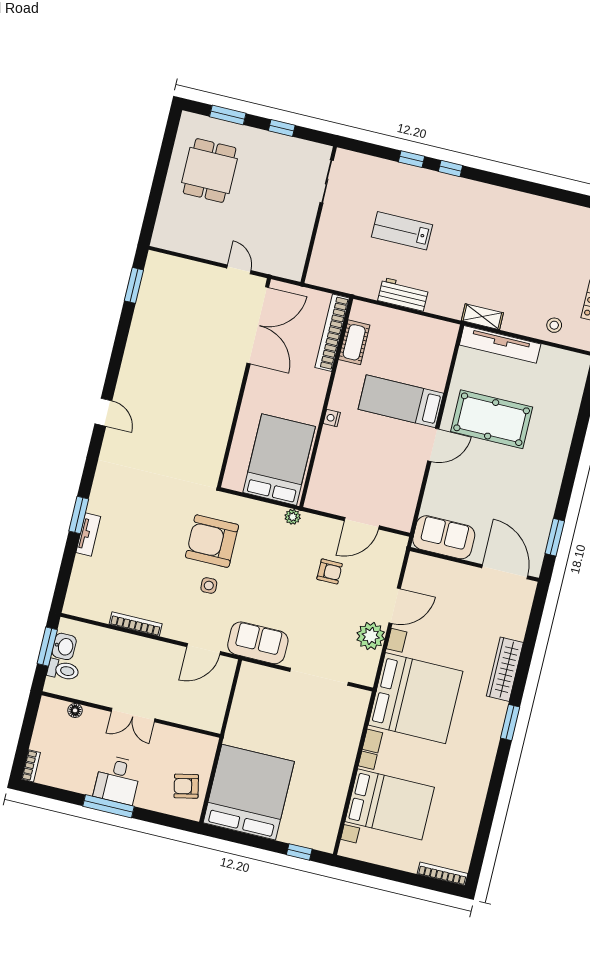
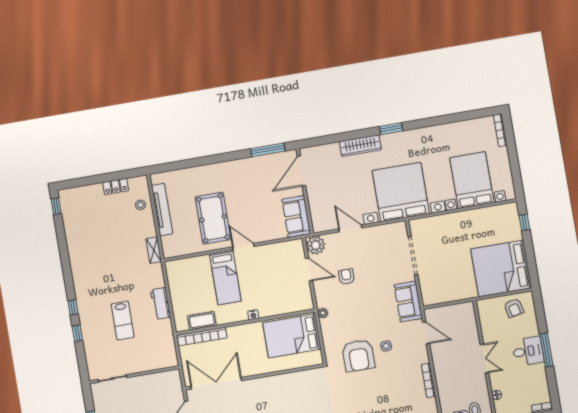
tv unit: (500, 344) -> (162, 210), moved
window: (555, 537) -> (268, 150), width x1.44
plant: (371, 636) -> (316, 245), moved

